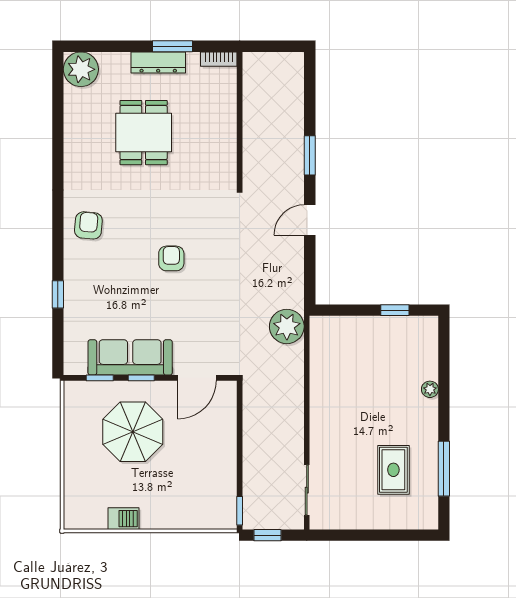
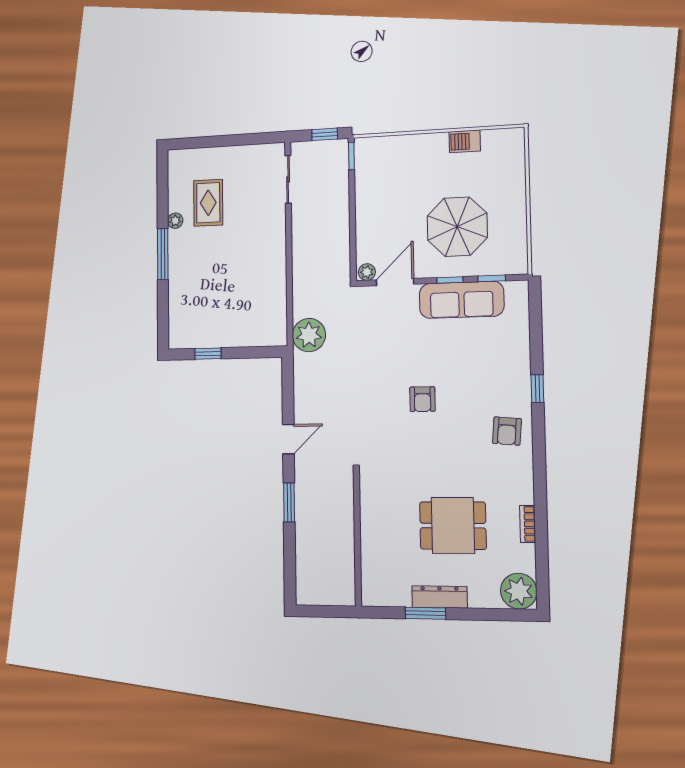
bookcase: (219, 59) -> (528, 524), moved, turned -90
dining table: (144, 133) -> (453, 526), turned 90
window: (58, 294) -> (537, 389), moved
plant: (226, 389) -> (367, 272), added
plant: (430, 389) -> (175, 221), moved
window: (444, 469) -> (163, 254), moved

